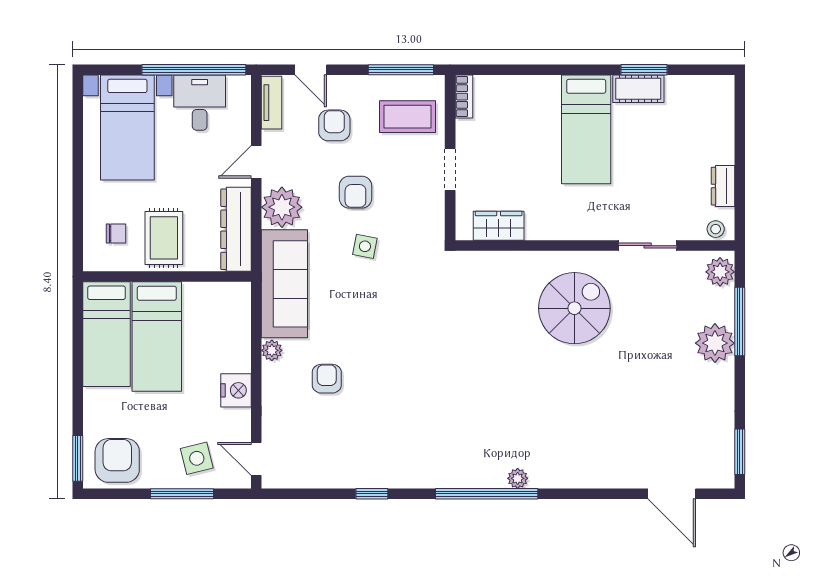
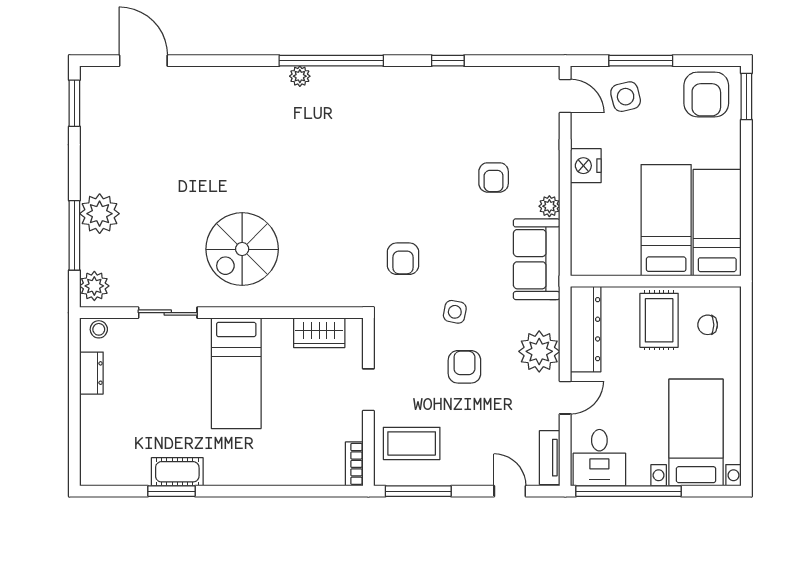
desk: (200, 103) -> (599, 458), moved
armchair: (334, 125) -> (403, 259), moved
bed: (586, 129) -> (236, 373), moved, turned 180
sofa: (284, 284) -> (537, 259), width x0.73

